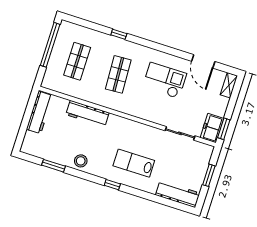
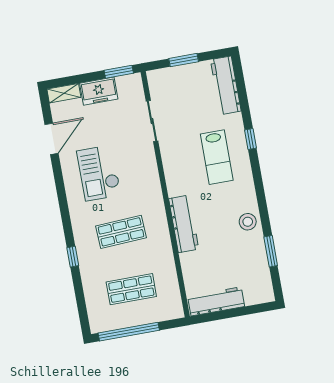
workbench: (87, 114) -> (184, 224), moved
freezer: (212, 128) -> (99, 91), moved
window: (112, 185) -> (250, 139), moved

